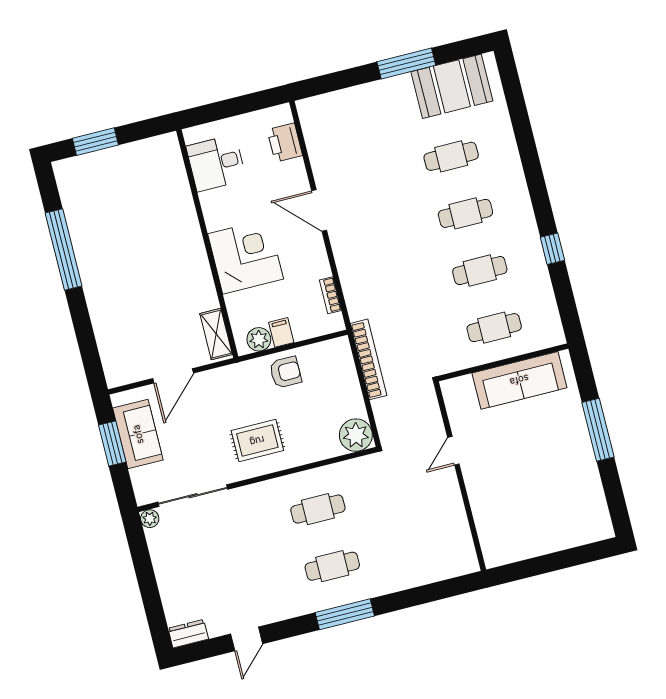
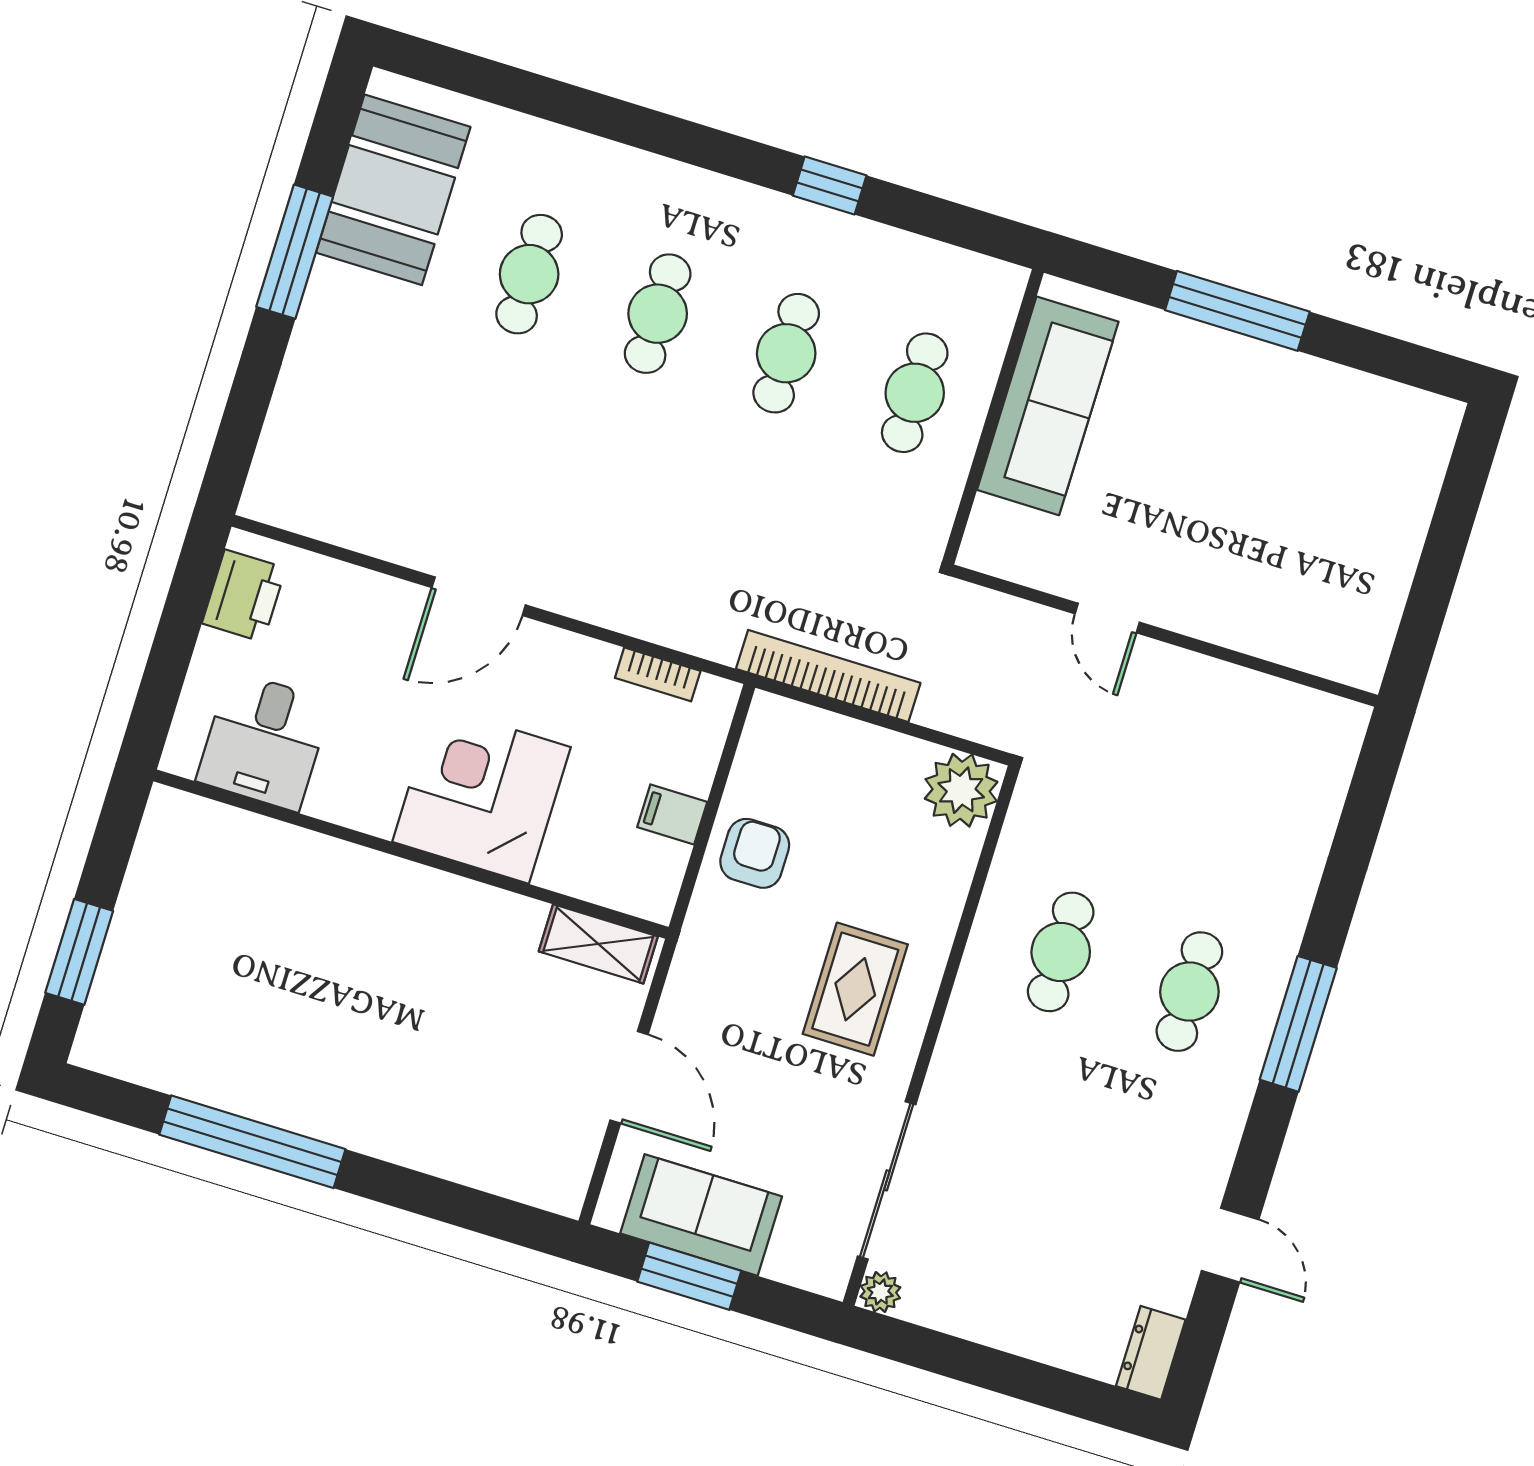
printer: (285, 143) -> (244, 596), moved, turned -90
plant: (259, 339) -> (659, 866), removed

